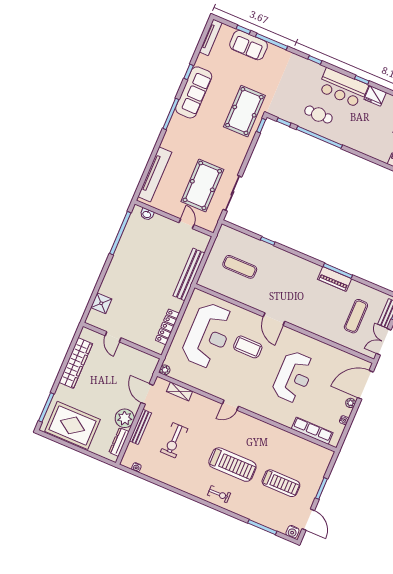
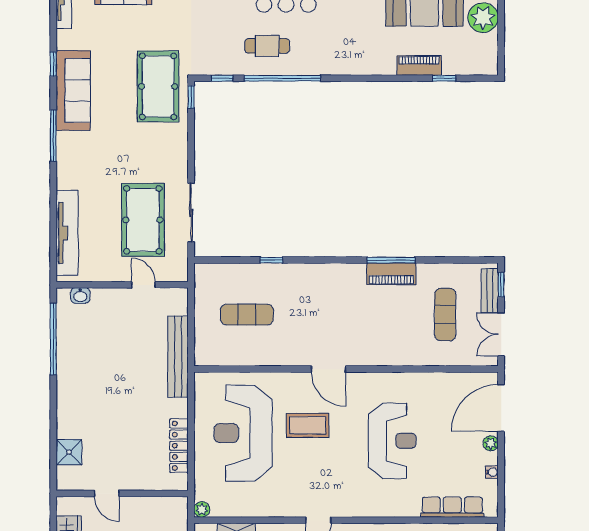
reception desk: (208, 335) -> (243, 433), turned 180

